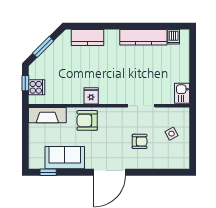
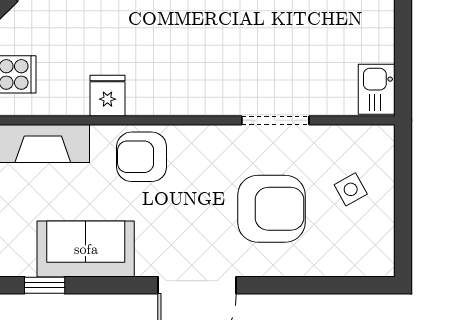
fridge: (91, 96) -> (107, 96), moved
armchair: (140, 141) -> (271, 209), width x1.88, depth x1.88

